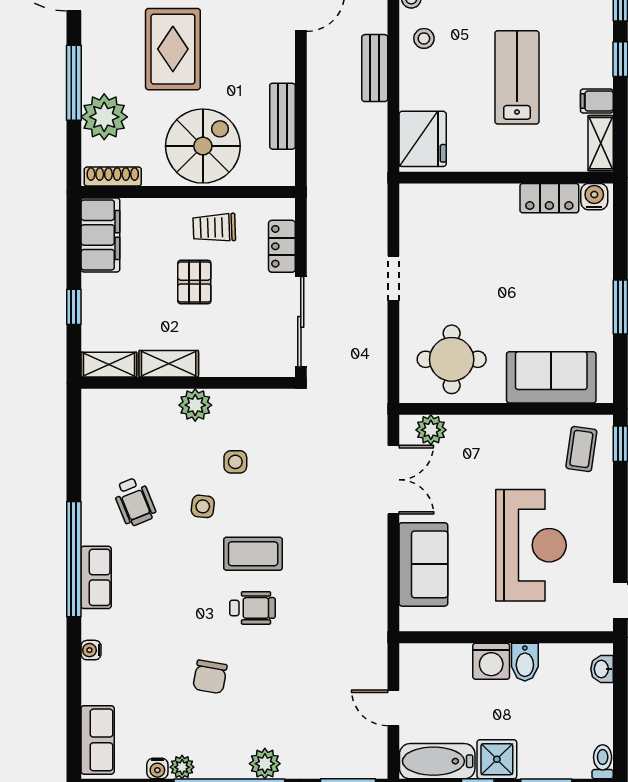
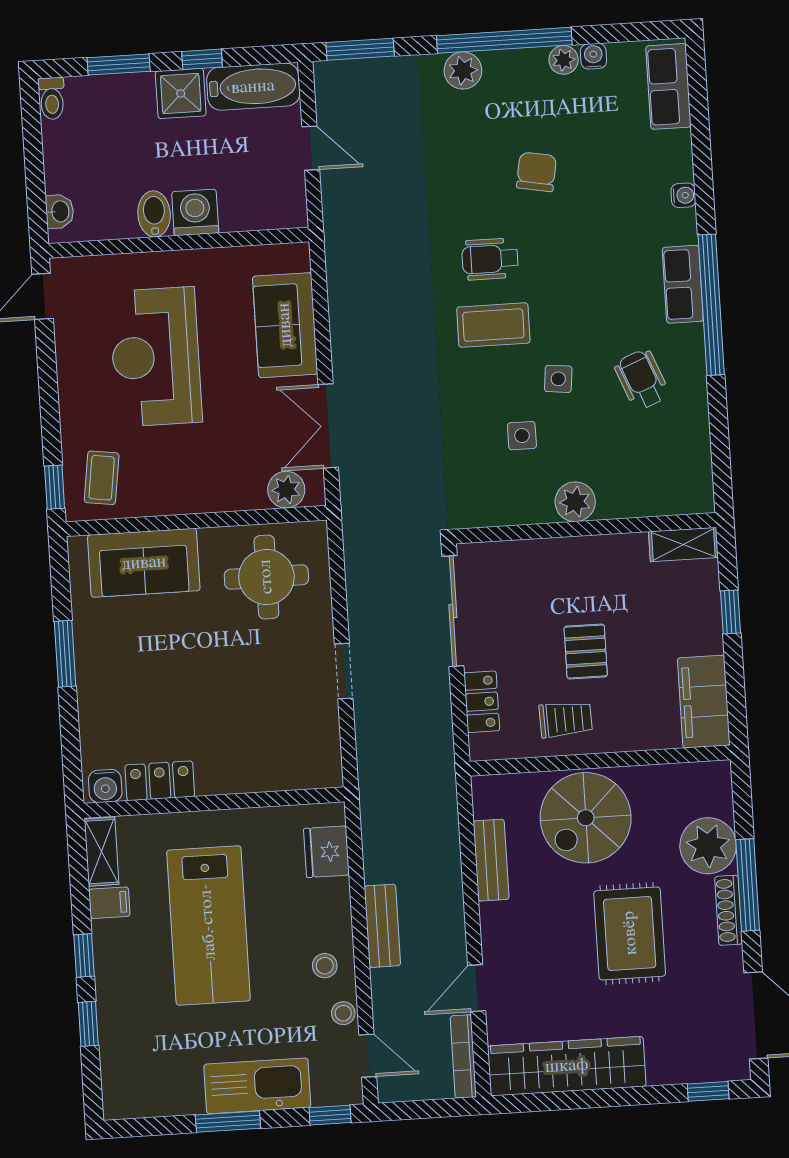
lab bench: (517, 77) -> (208, 925), width x1.36, depth x1.39
fridge: (423, 139) -> (326, 852), width x0.73, depth x0.75
shoe rack: (113, 177) -> (729, 910), moved, turned 90
shelving: (169, 364) -> (611, 550), removed

